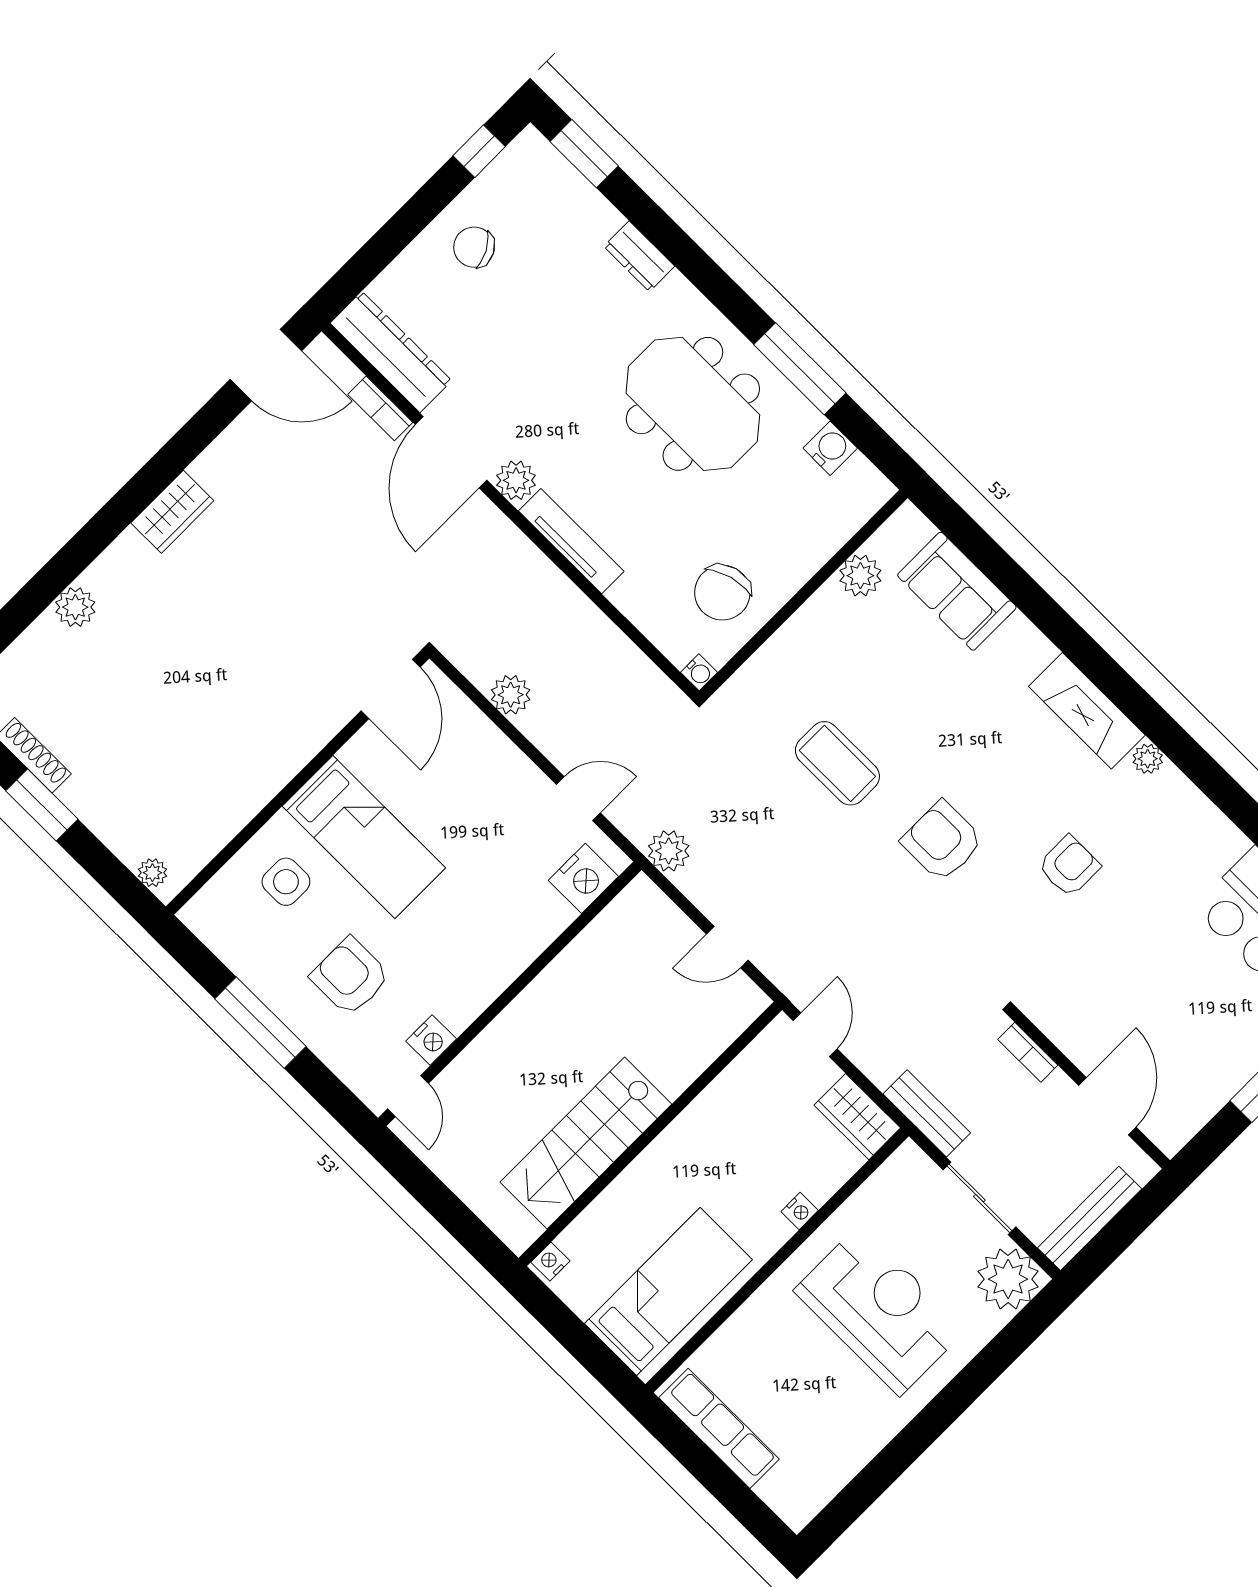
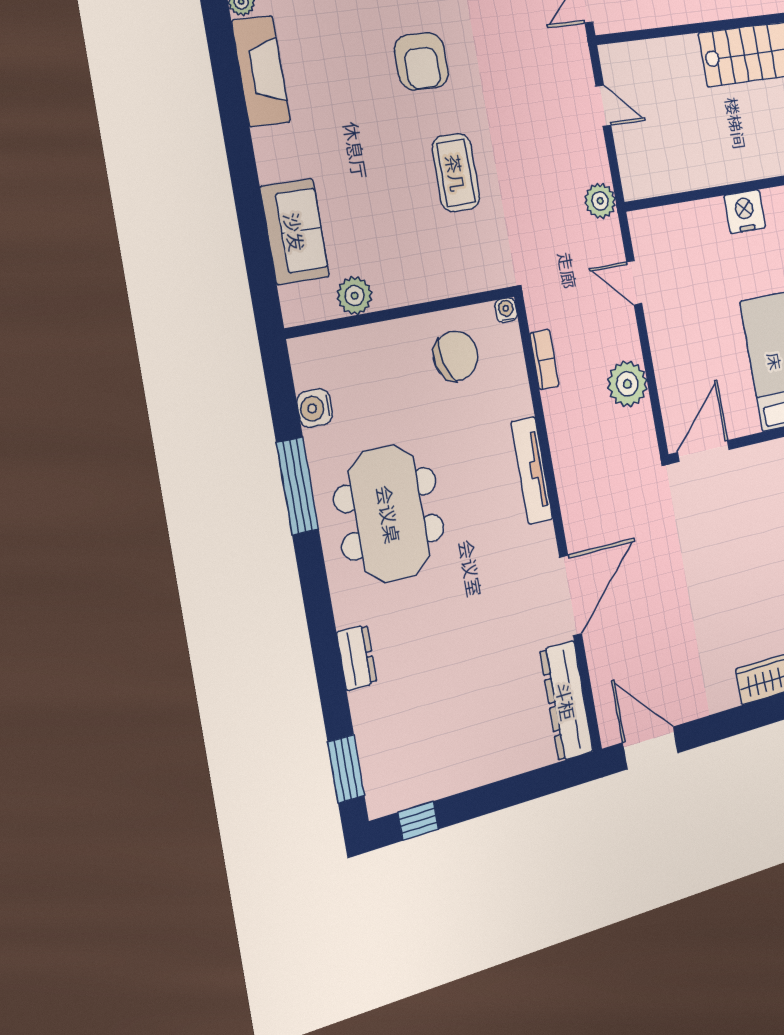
chair: (474, 247) -> (466, 745), removed
bookcase: (380, 408) -> (544, 359), moved
plant: (516, 480) -> (541, 543), removed
plant: (511, 695) -> (627, 384), width x1.36, depth x1.36
nightstand: (583, 878) -> (745, 212), moved

